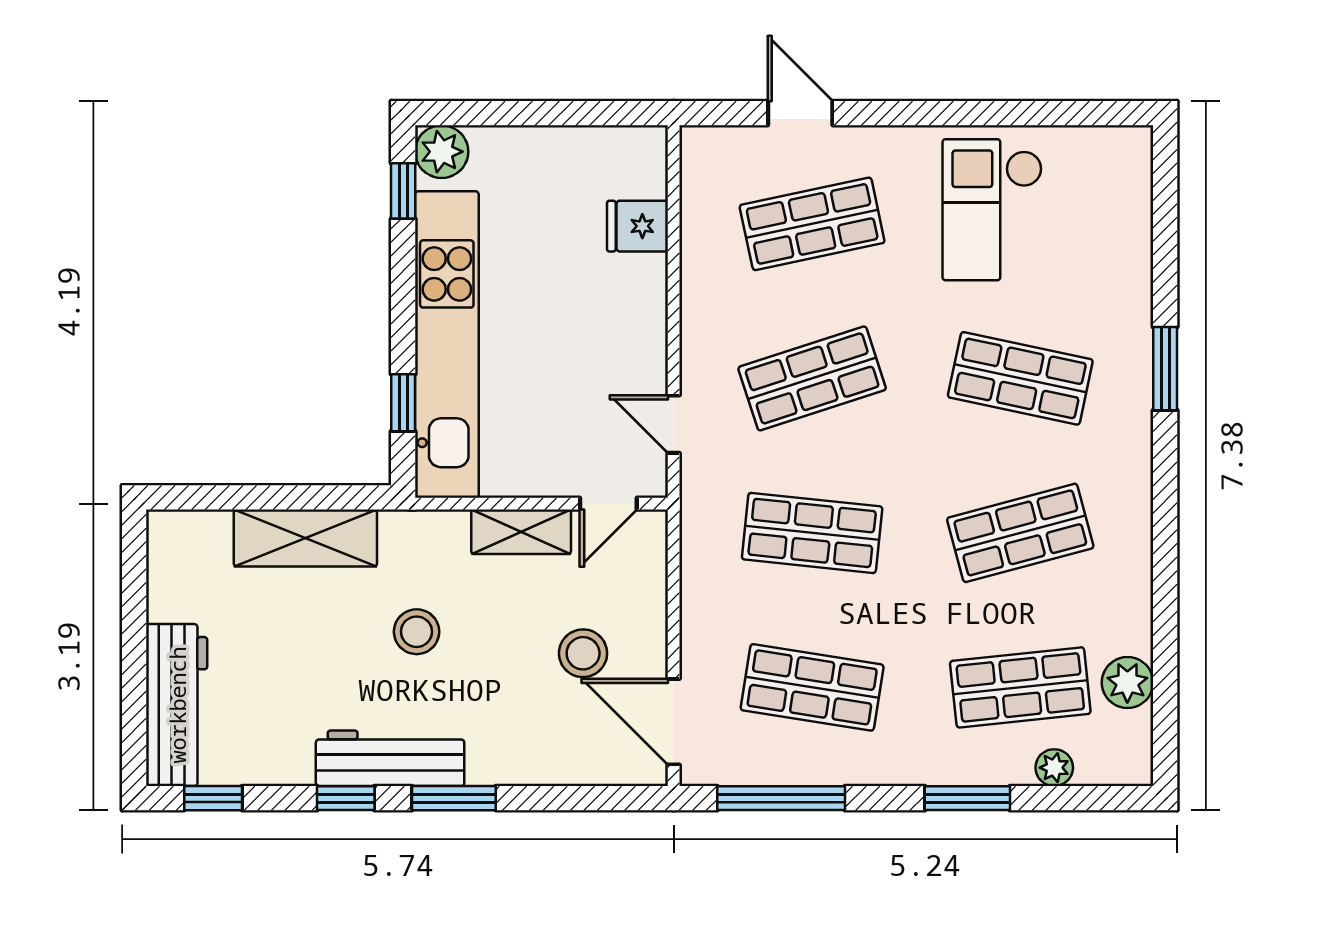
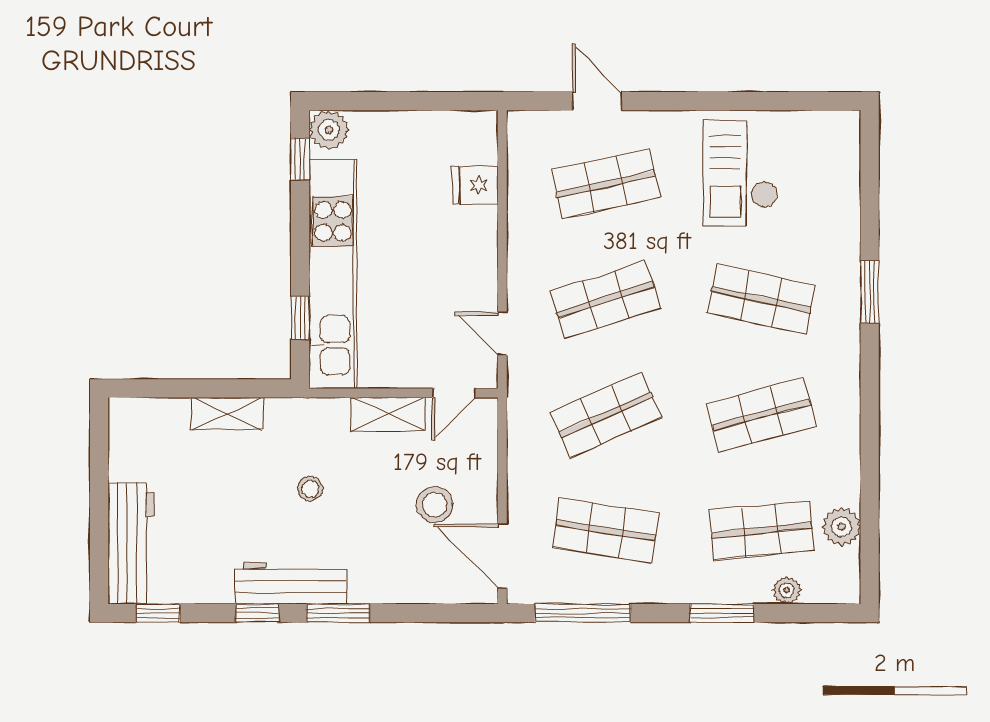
shop shelf: (812, 533) -> (606, 415), turned -30
shelving: (305, 538) -> (227, 413), width x0.67, depth x0.75
stool: (417, 632) -> (310, 489), width x0.73, depth x0.73

